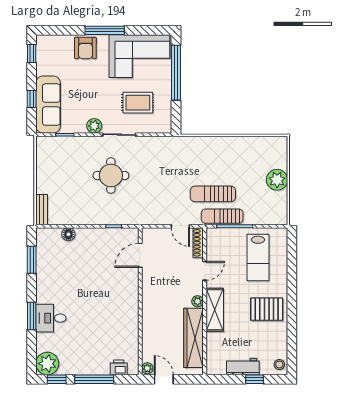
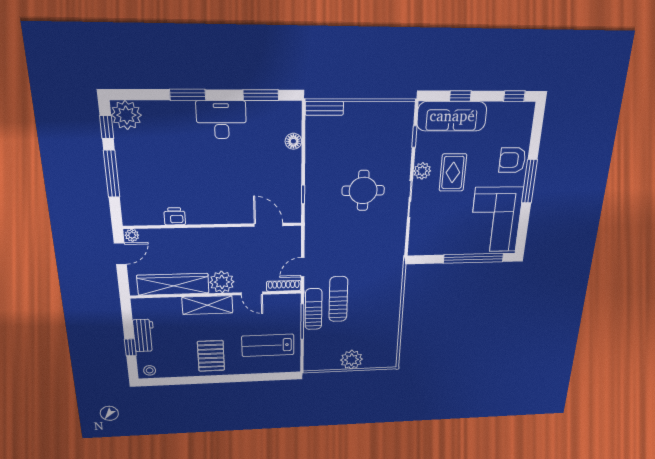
rug: (138, 103) -> (453, 173), moved
plant: (198, 301) -> (222, 282), width x1.88, depth x1.88
desk: (51, 318) -> (221, 120), moved, width x1.37
printer: (119, 367) -> (175, 216), moved, turned -90

